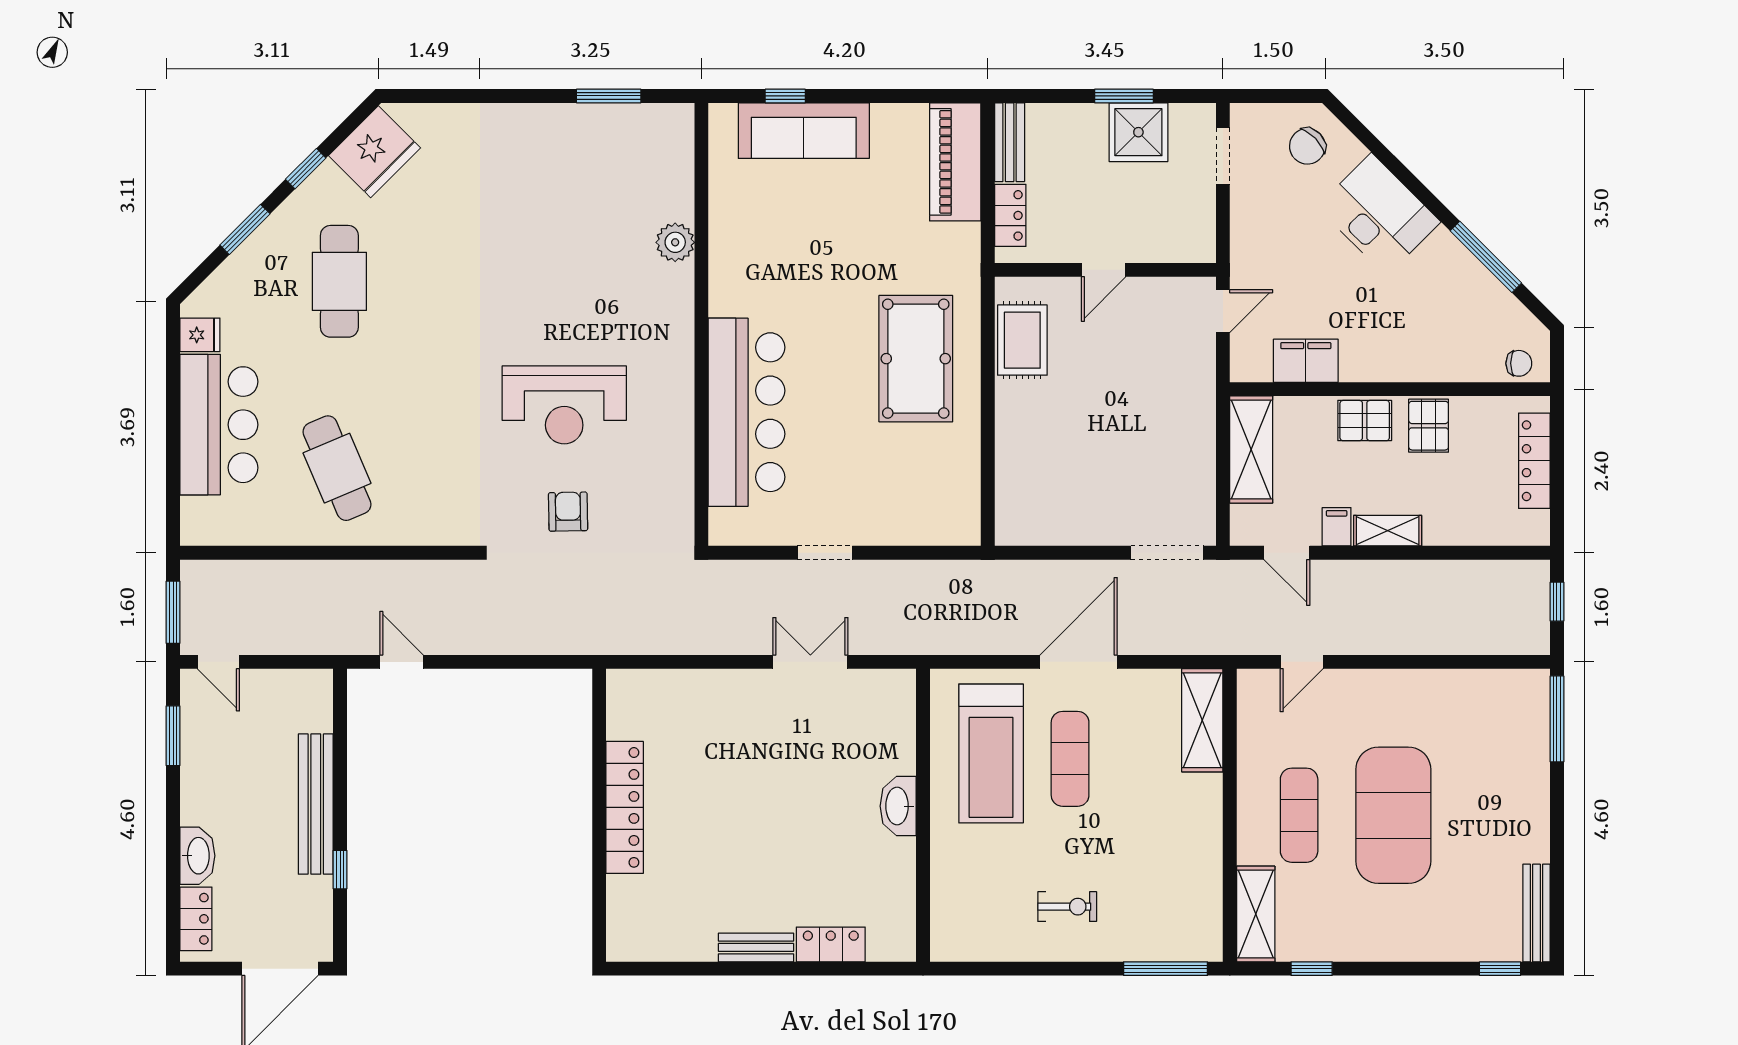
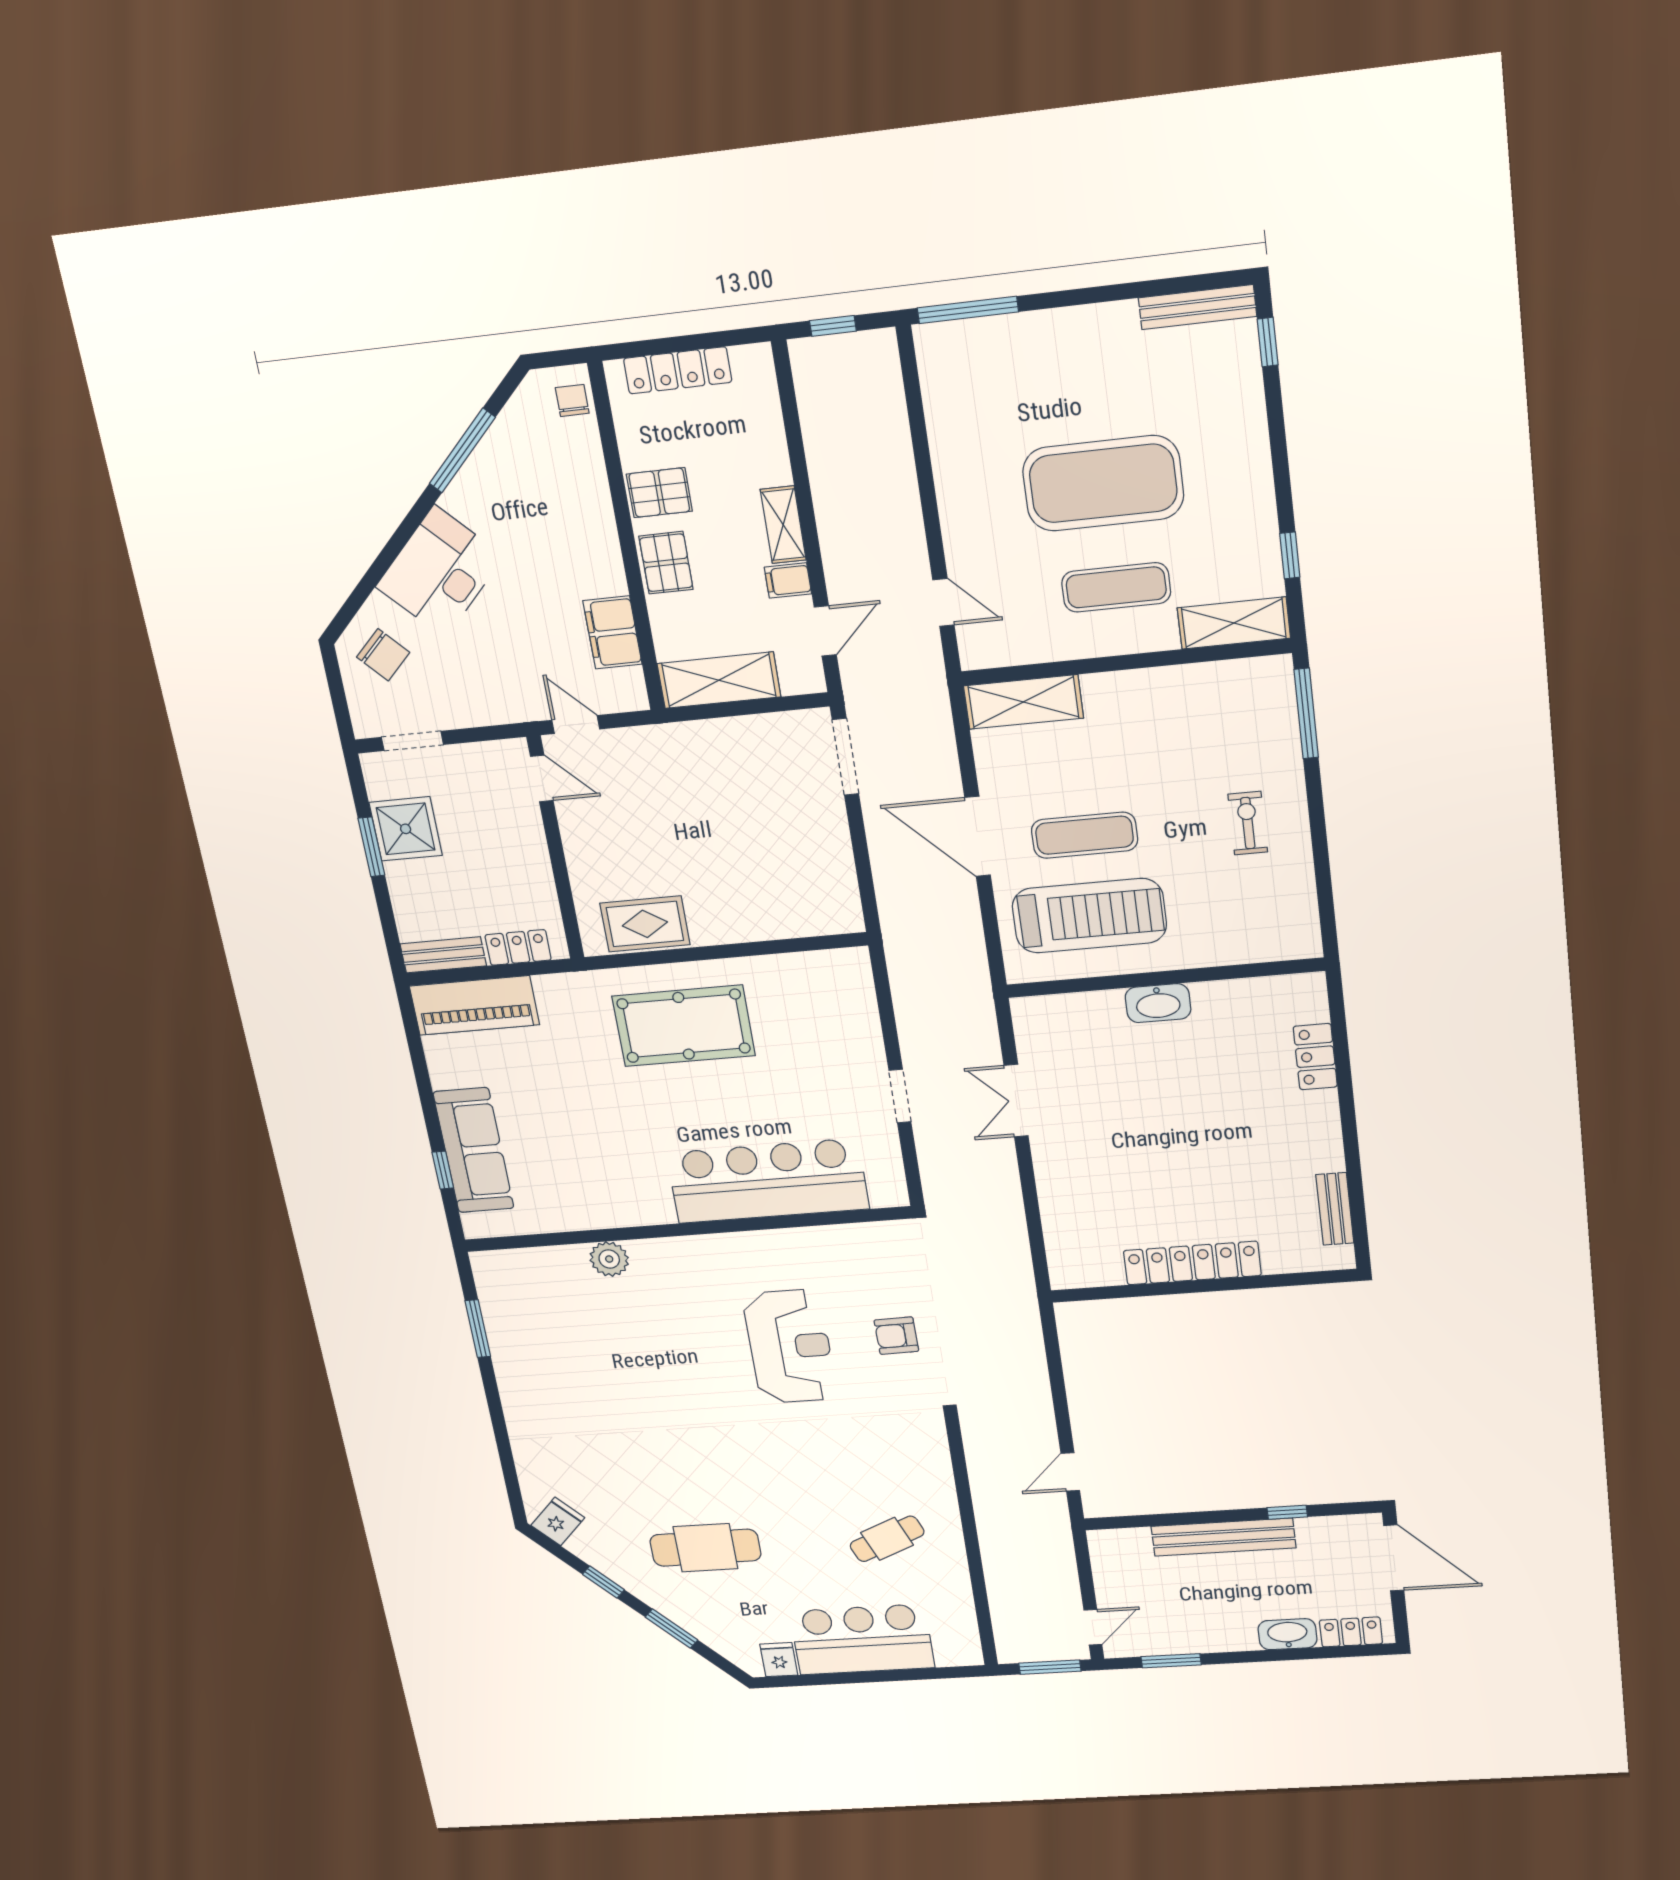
fridge: (375, 152) -> (558, 1522), width x0.53, depth x0.75
door: (1104, 270) -> (542, 779), moved
cafe table: (337, 468) -> (887, 1539), width x0.73, depth x0.74
bench: (756, 947) -> (1335, 1209), moved

